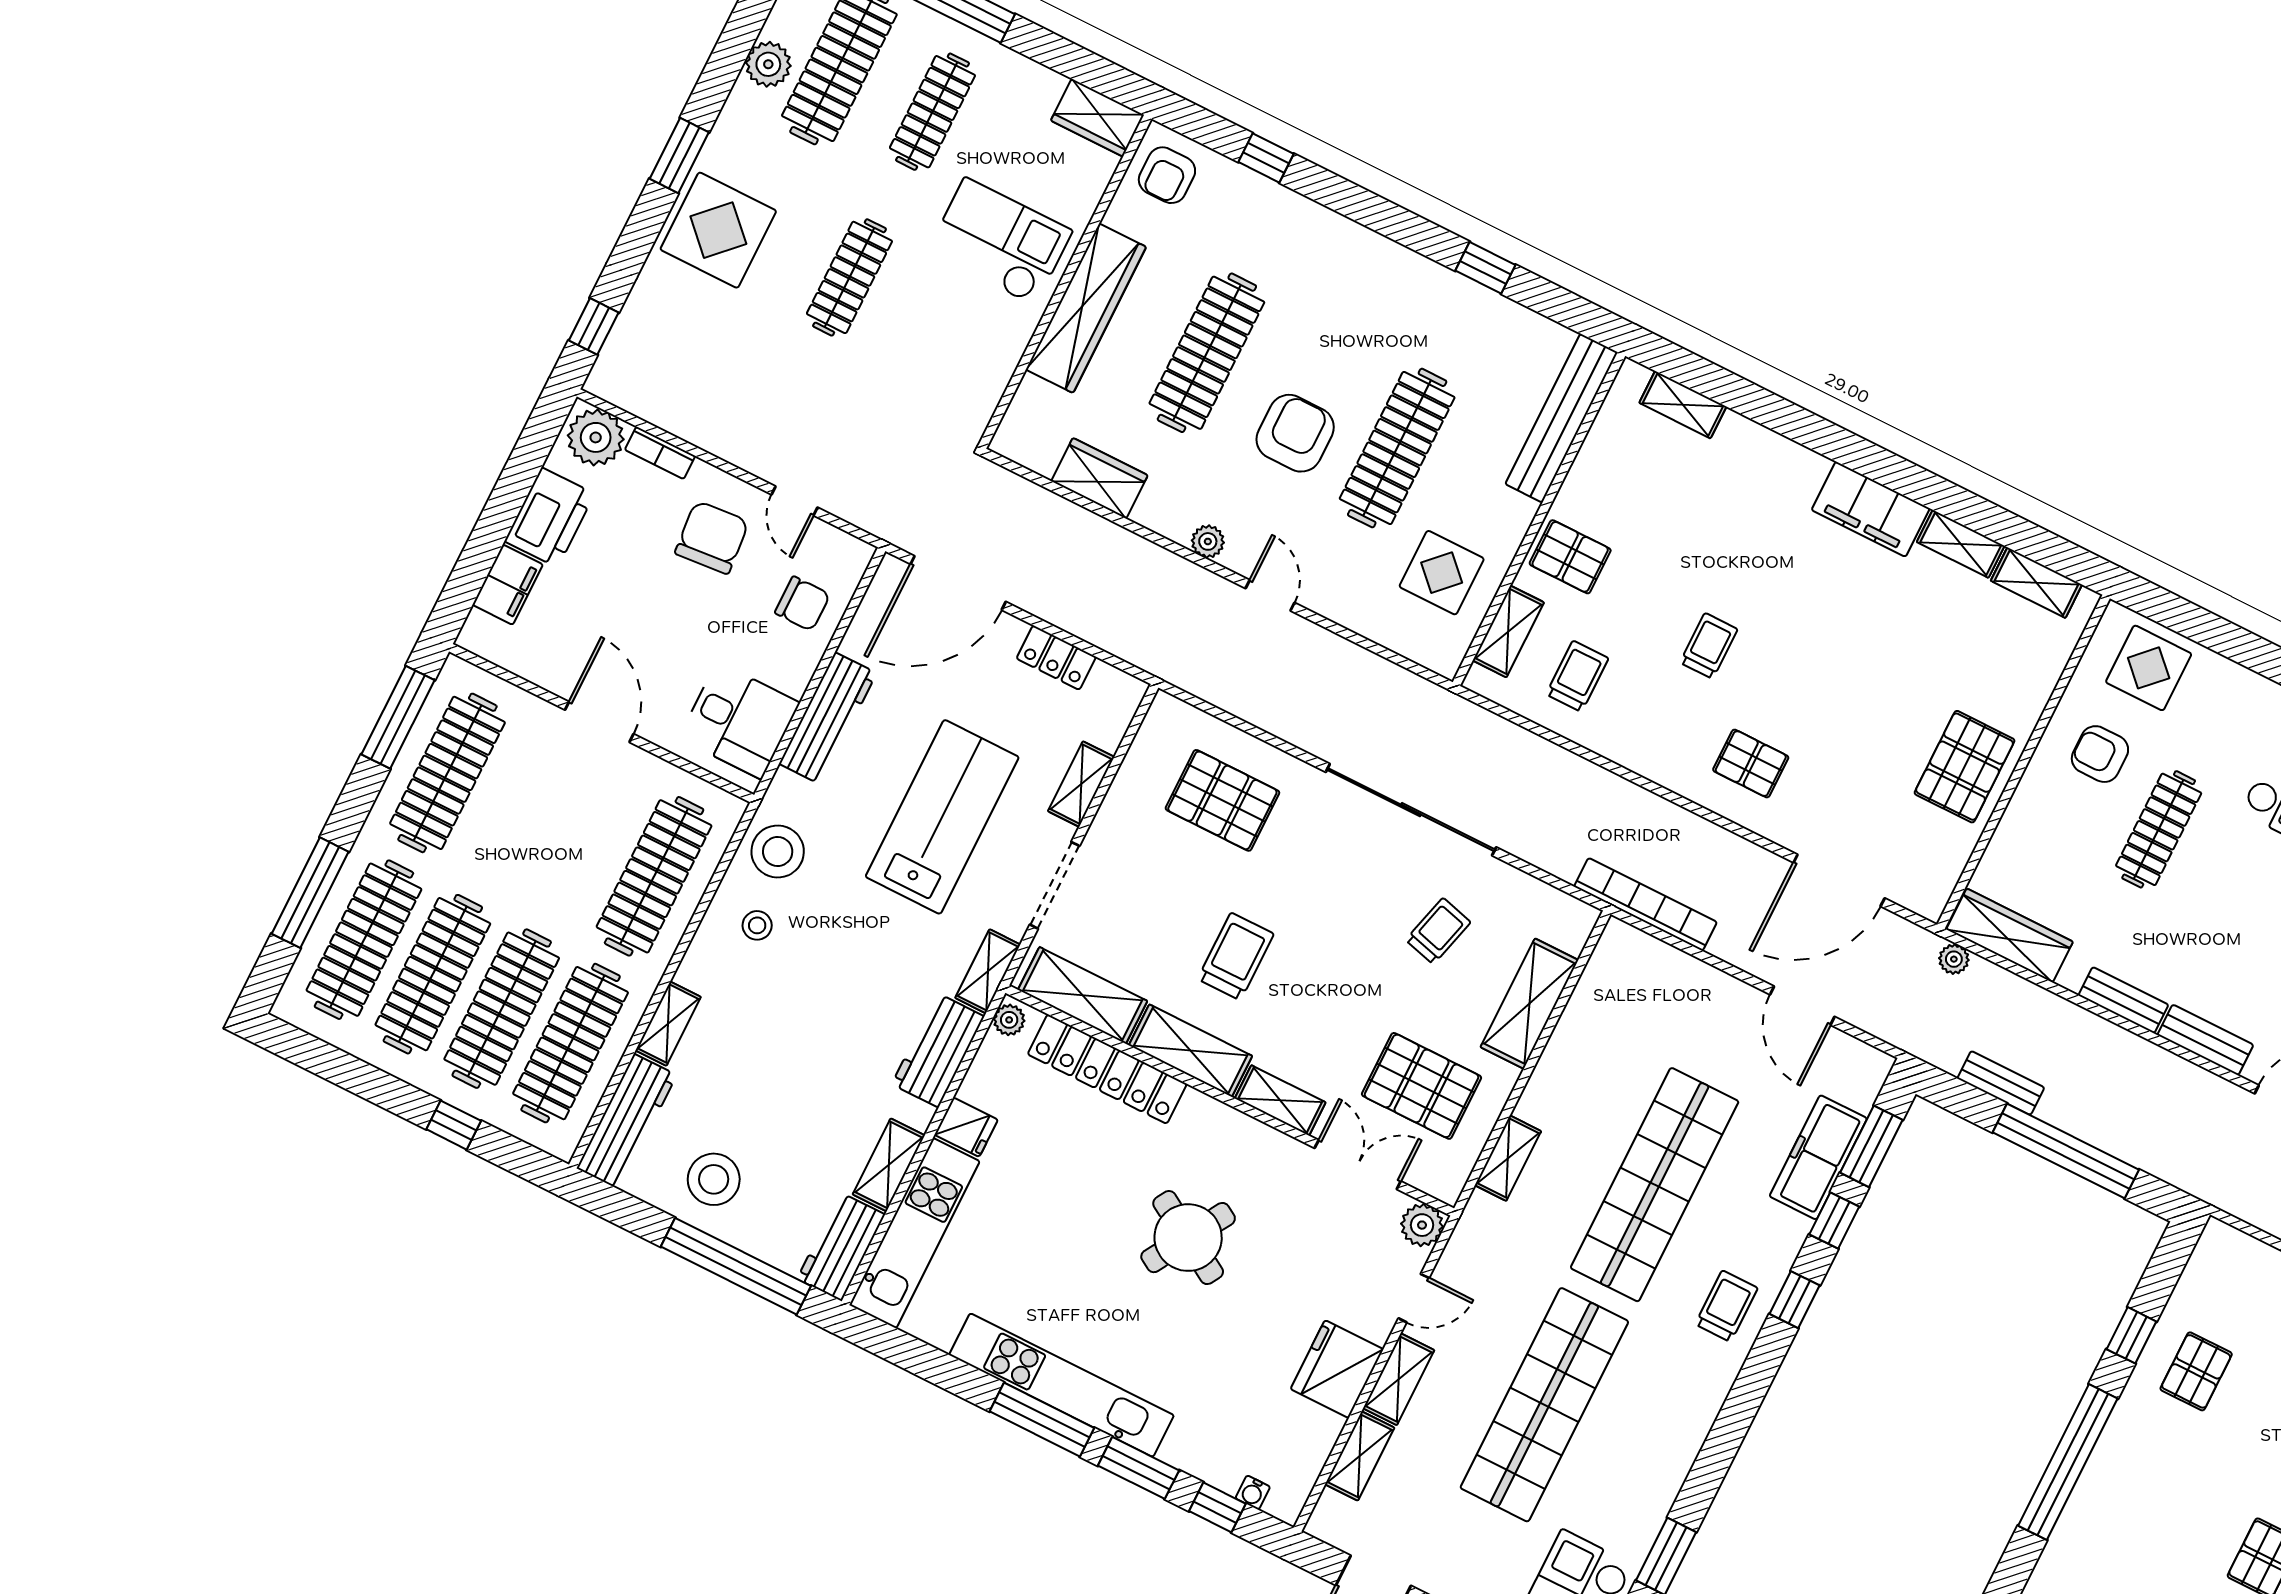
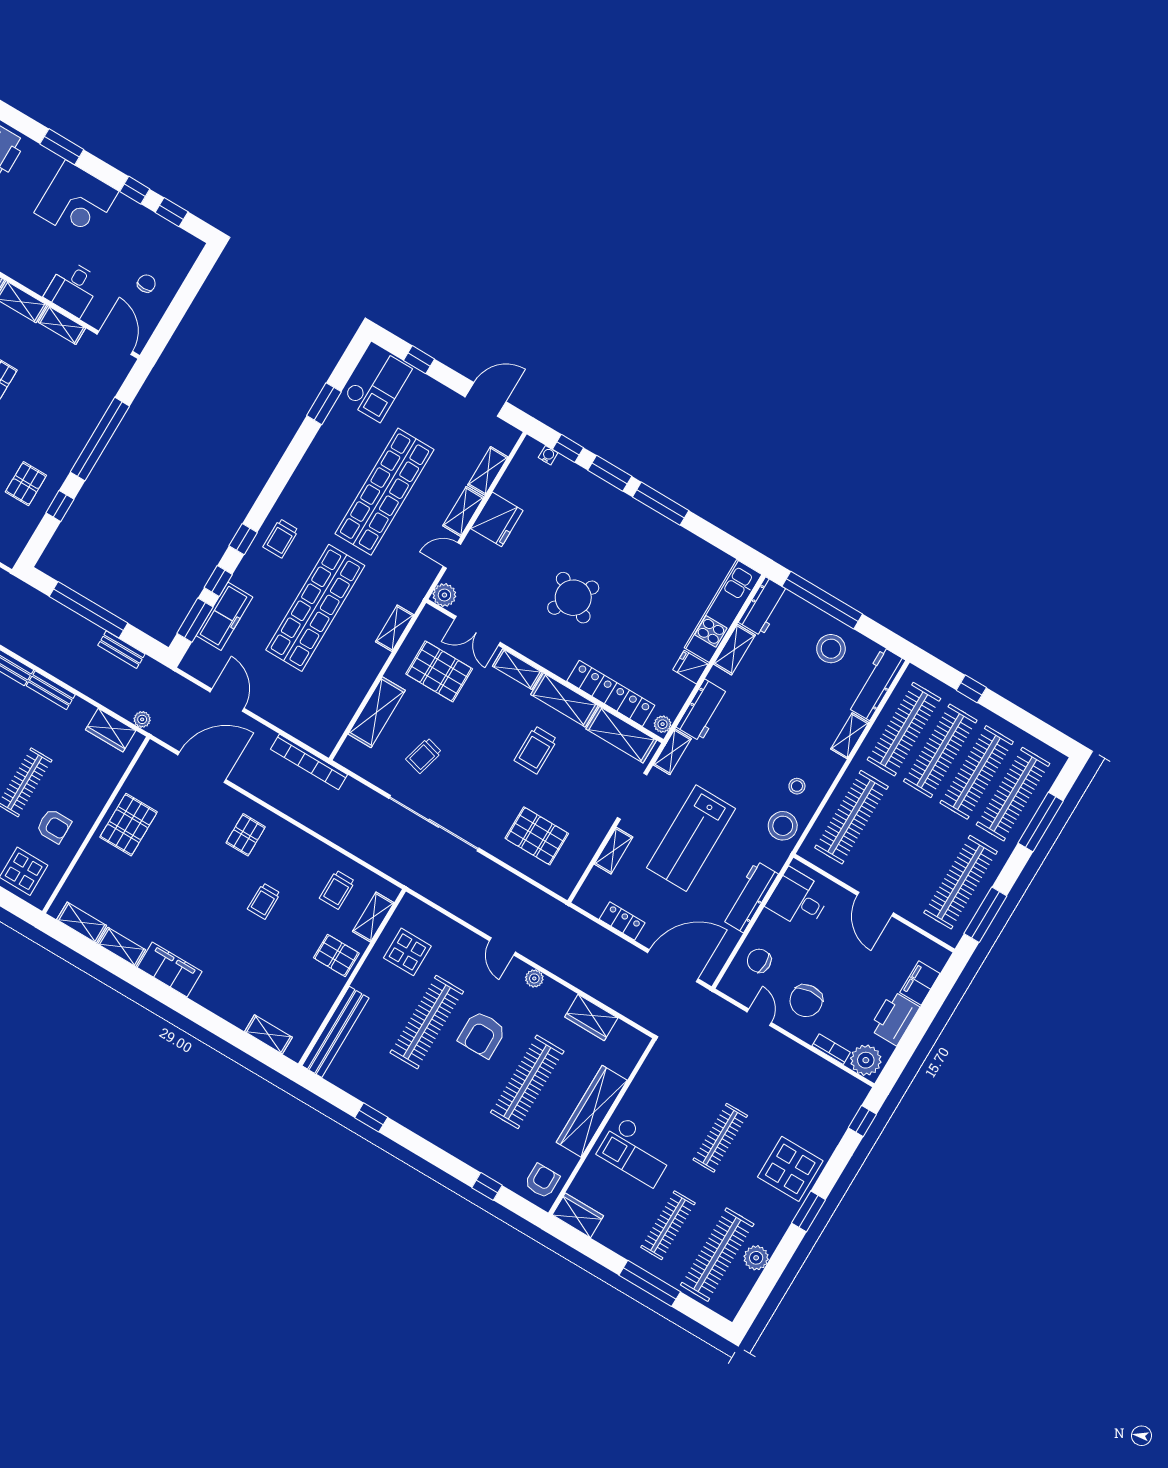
pallet: (1751, 764) -> (246, 835), turned 90
wardrobe: (2010, 936) -> (111, 730), width x0.67
kitchen unit: (1062, 1385) -> (648, 522), removed

